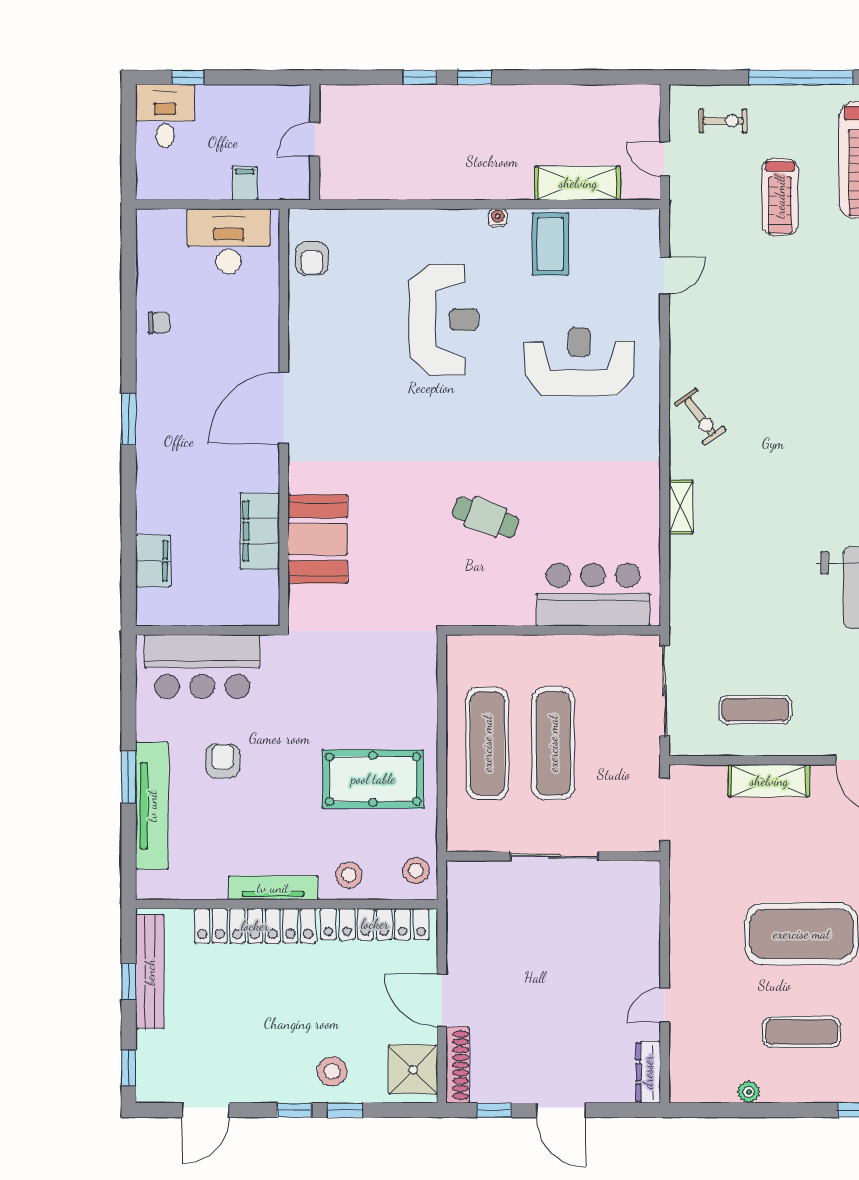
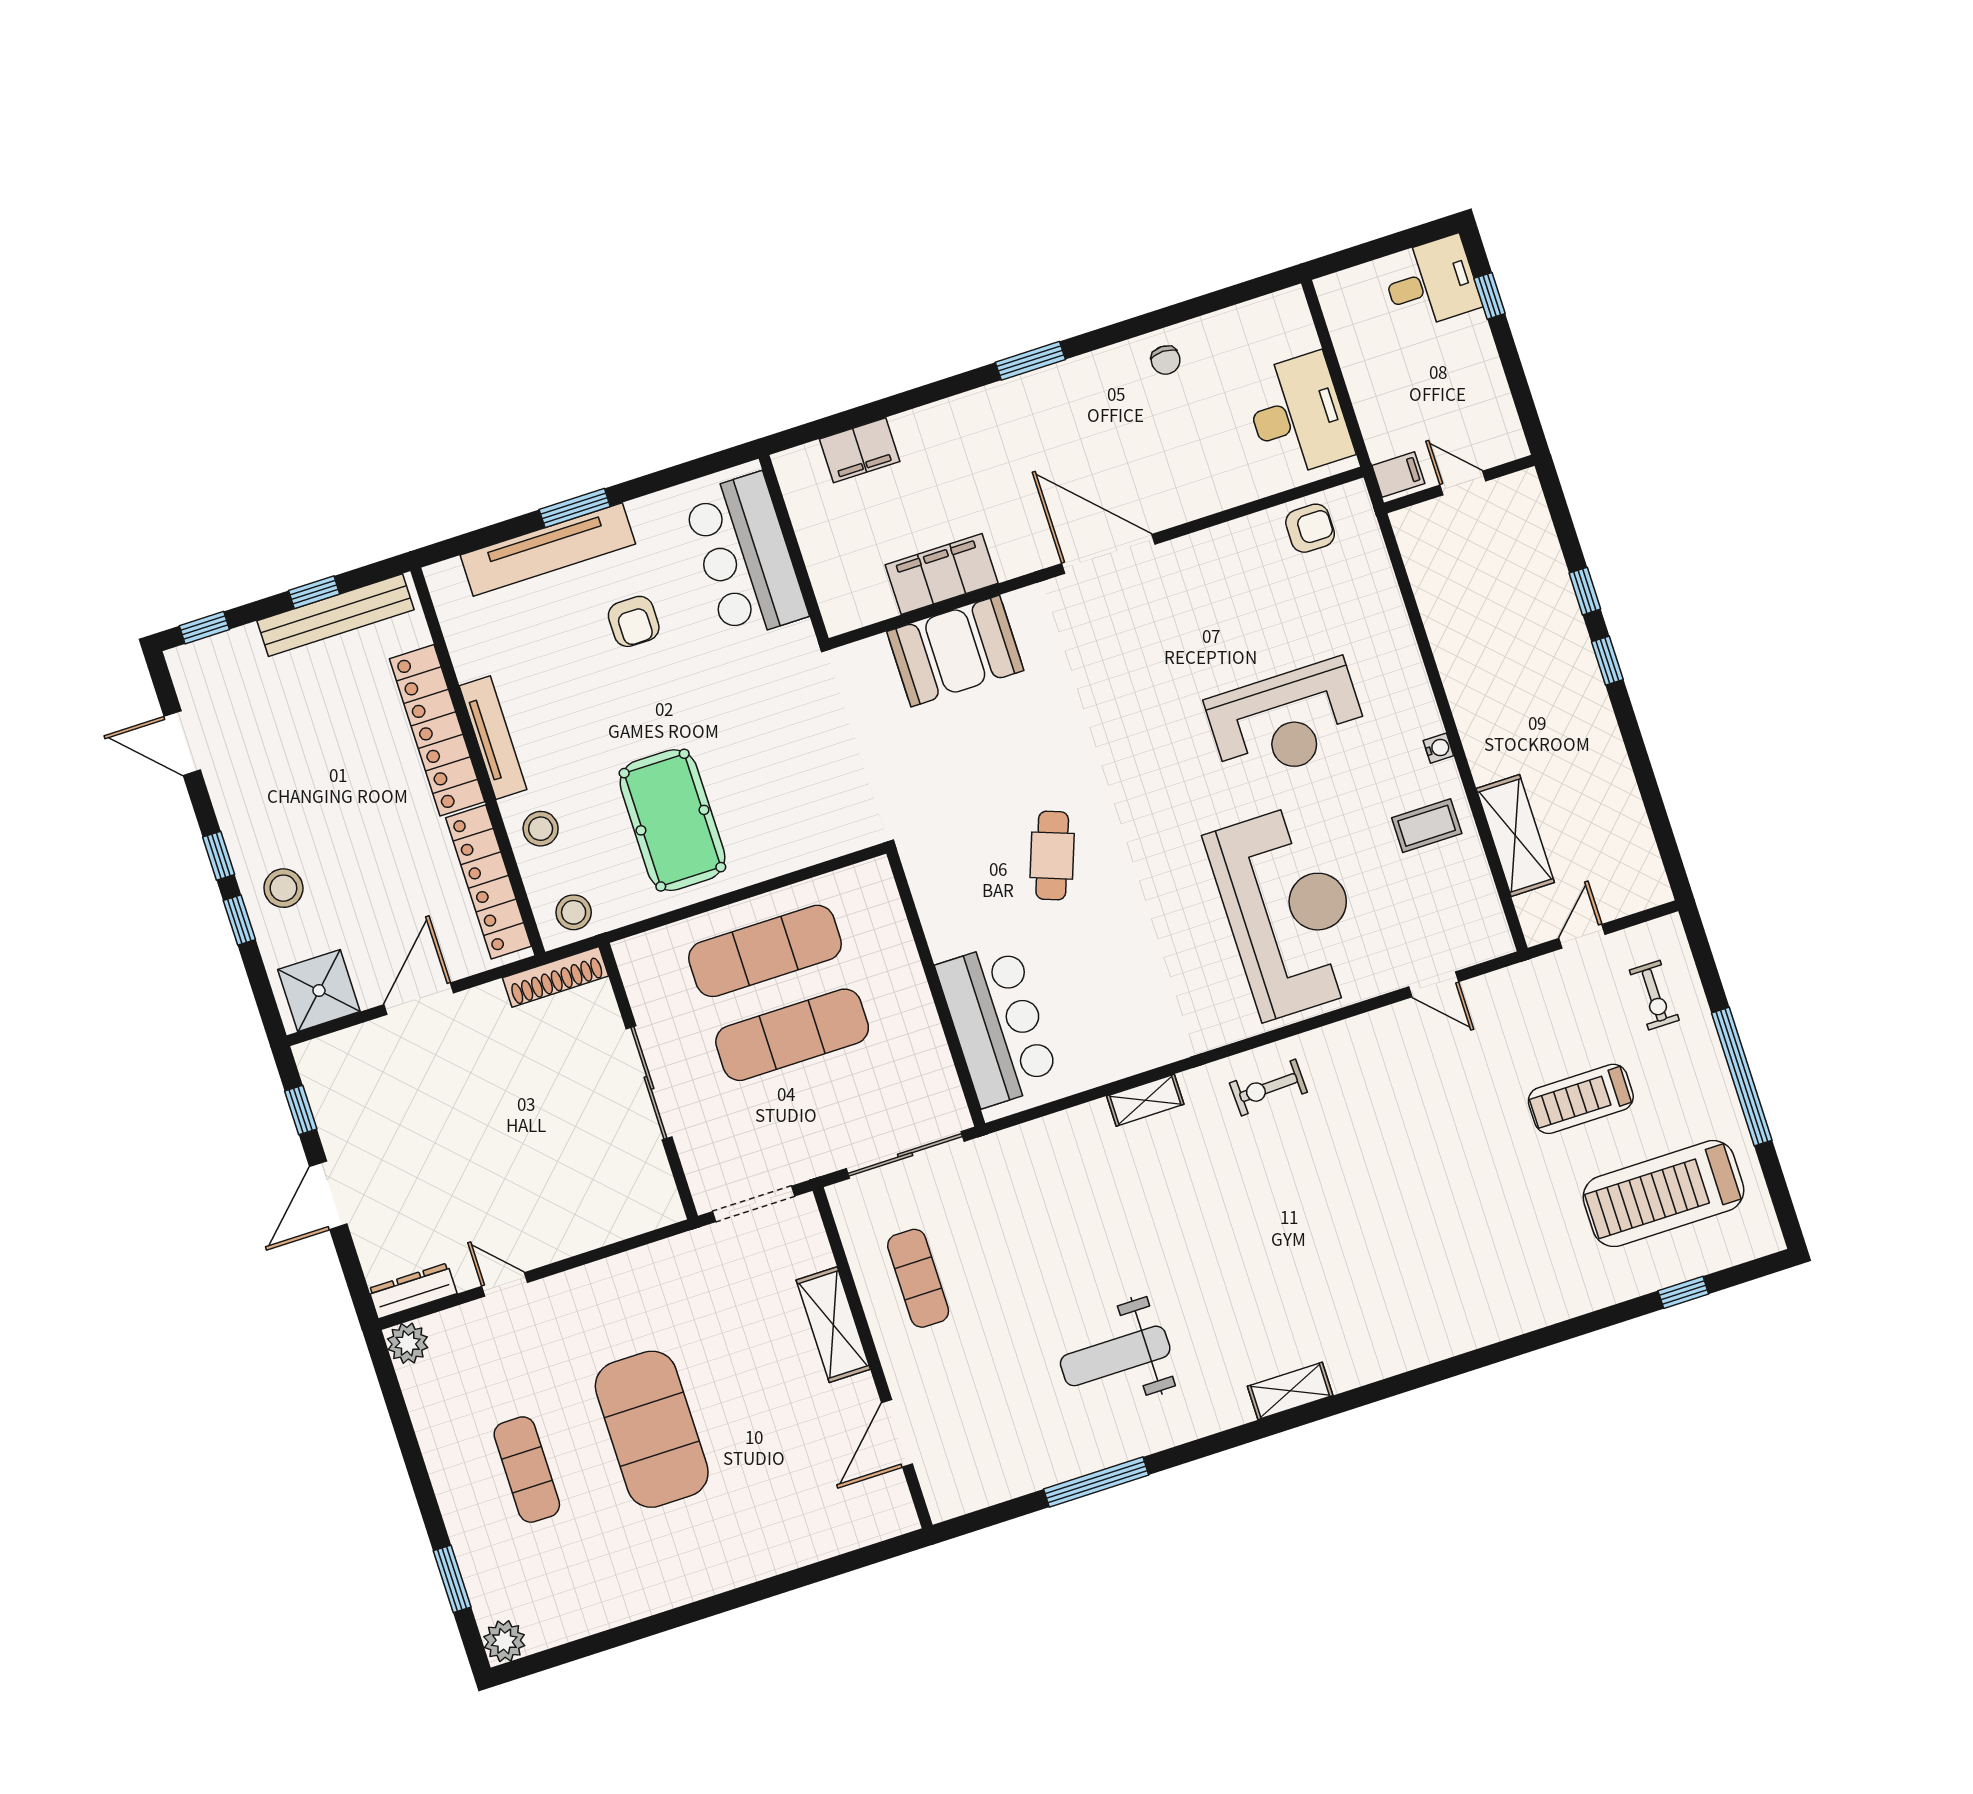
filing cabinet: (245, 183) -> (1398, 474), moved
coffee table: (550, 244) -> (1427, 826), width x0.73, depth x0.77
armchair: (312, 259) -> (1310, 528), turned 180
reception desk: (579, 362) -> (1288, 911), width x1.36, depth x1.30
exercise bike: (700, 417) -> (1268, 1088), turned 34
armchair: (223, 761) -> (634, 621), turned 90
shoe rack: (458, 1065) -> (555, 977), moved
plant: (749, 1092) -> (408, 1343), moved, width x1.38, depth x1.38

